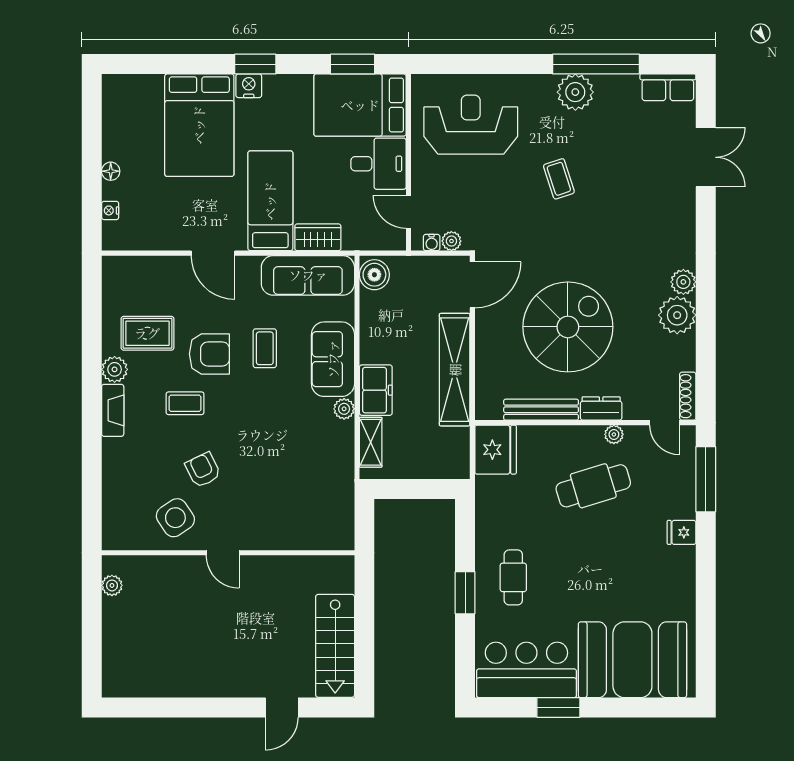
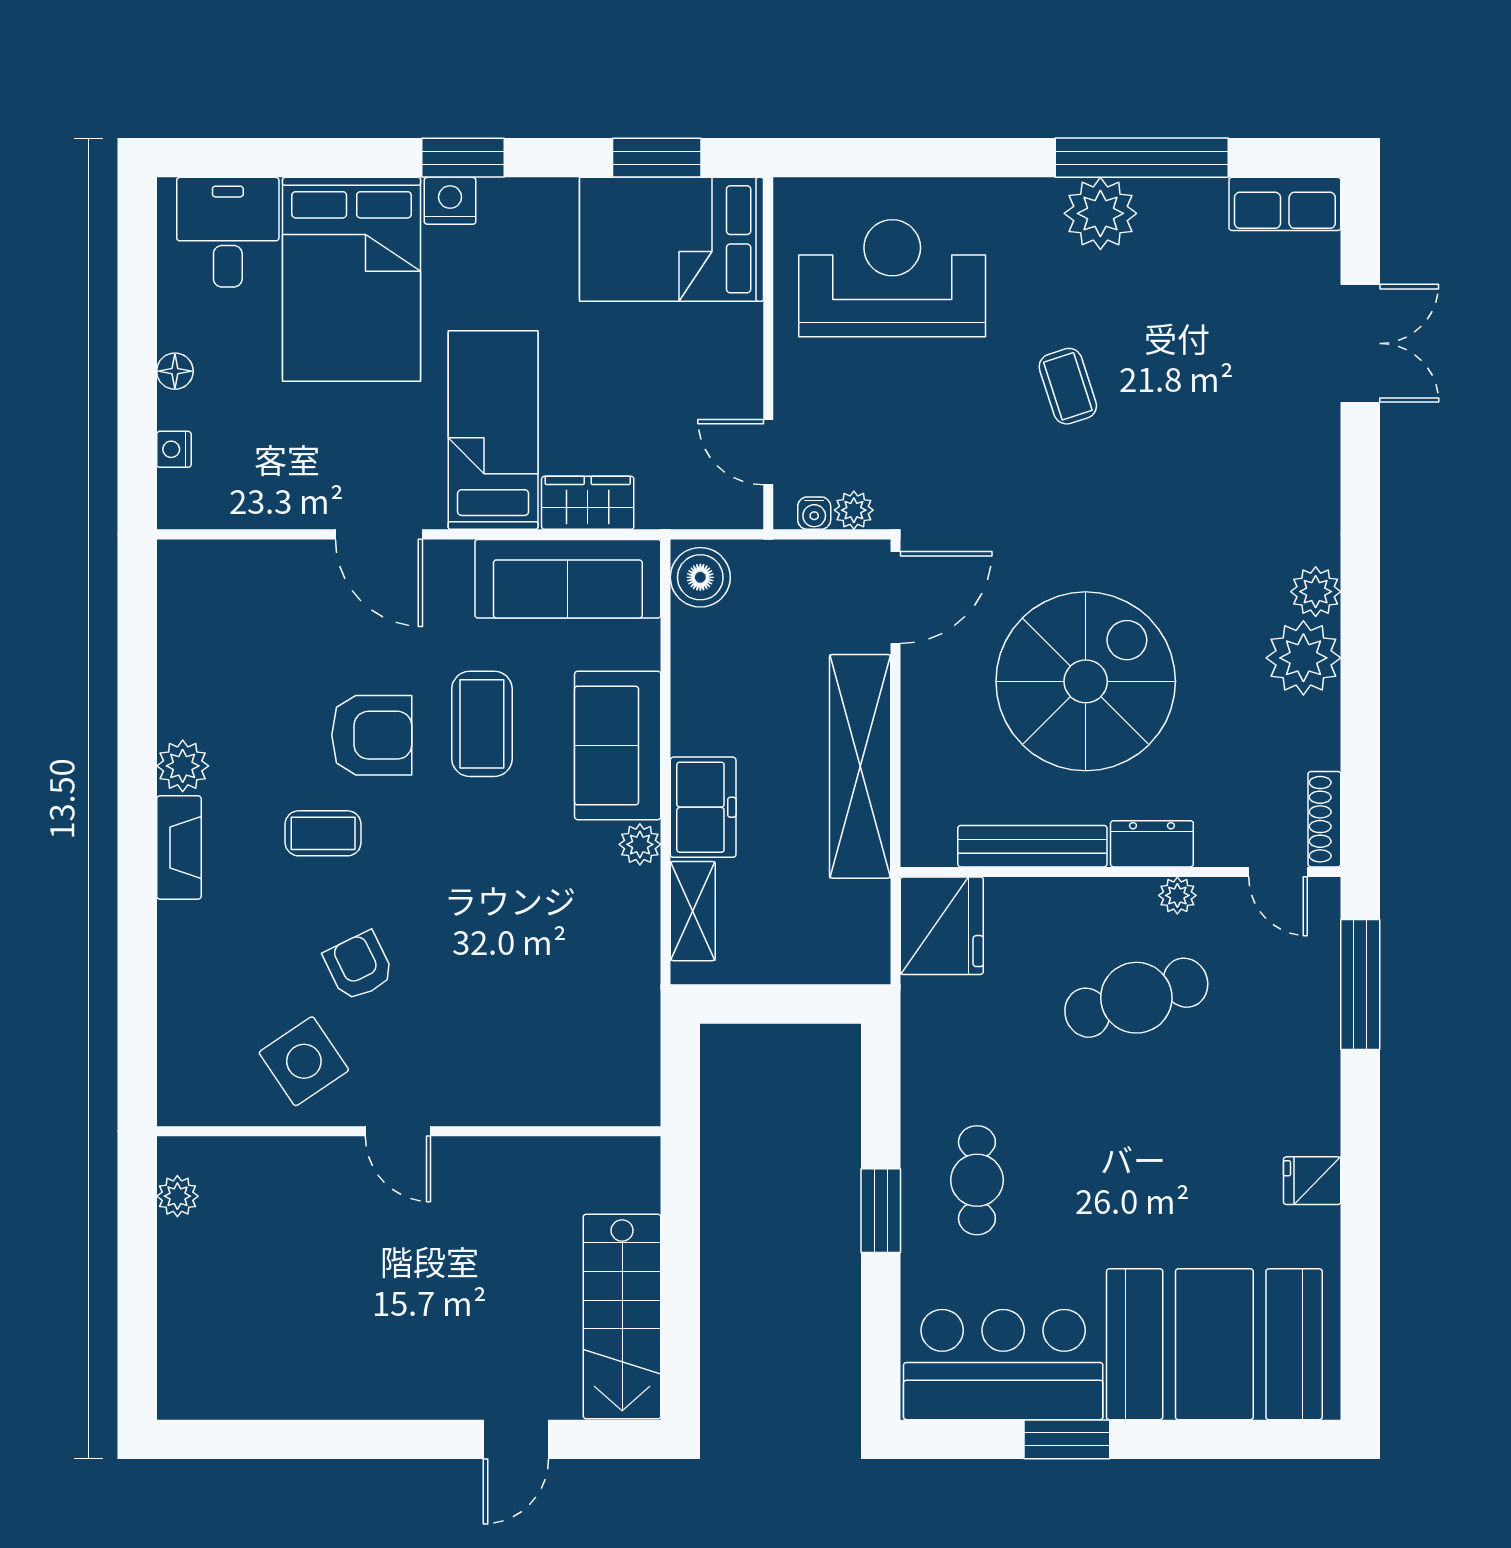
desk: (378, 164) -> (228, 232), moved, turned -90
rug: (147, 333) -> (248, 694), removed
coffee table: (265, 348) -> (482, 724), width x1.36, depth x1.30
fridge: (682, 532) -> (1312, 1181), moved

